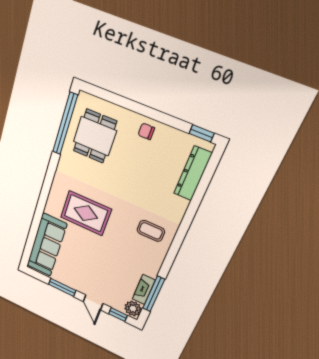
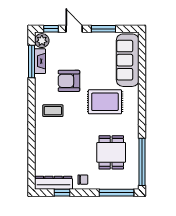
window: (109, 96) -> (116, 193), added
window: (202, 133) -> (62, 193), moved
dining table: (95, 136) -> (111, 152), moved
dresser: (193, 174) -> (54, 183), moved, turned -90
armchair: (119, 254) -> (69, 81), added

